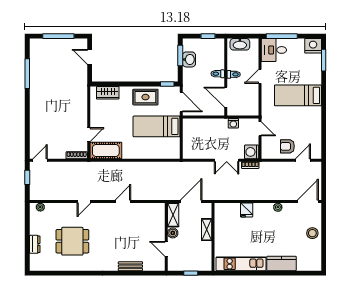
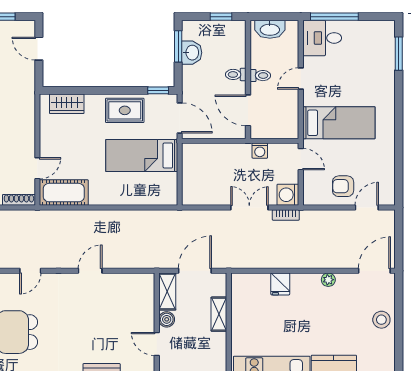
nightstand: (313, 46) -> (382, 32), removed
bed: (298, 95) -> (339, 123), moved, turned 180
double door: (227, 160) -> (249, 208), swing flipped

